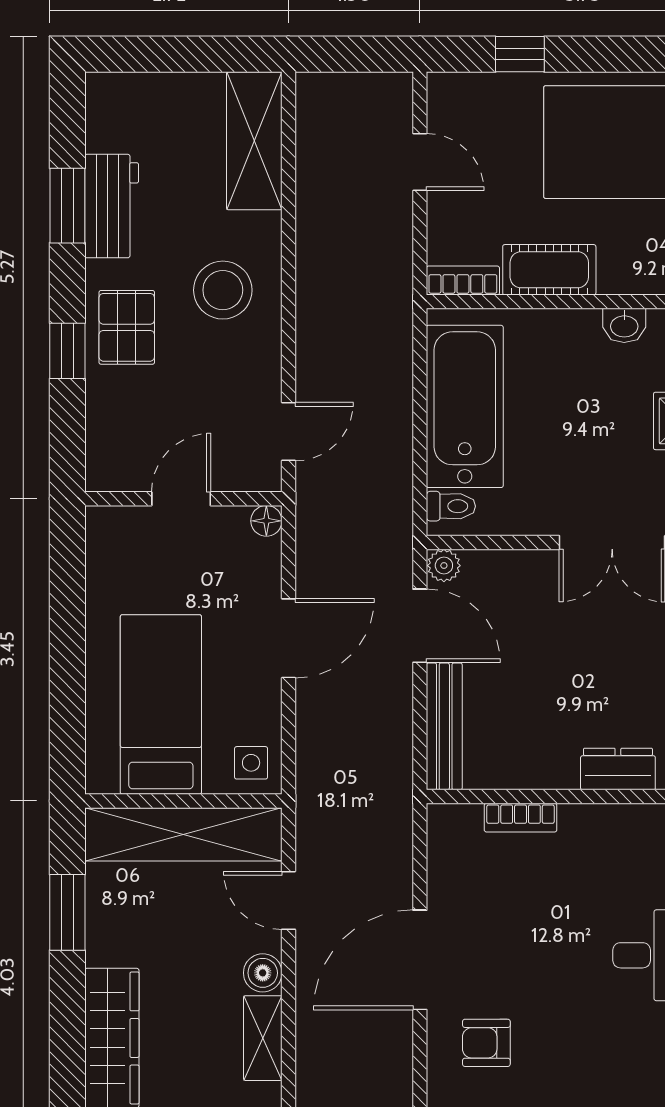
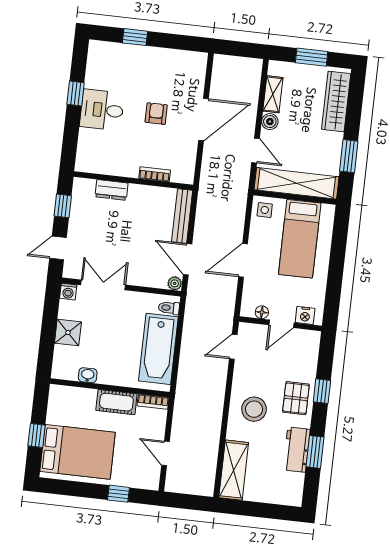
floor lamp: (266, 521) -> (262, 312), moved
nightstand: (128, 525) -> (305, 315), added
armchair: (486, 1043) -> (156, 114), moved, turned -90

